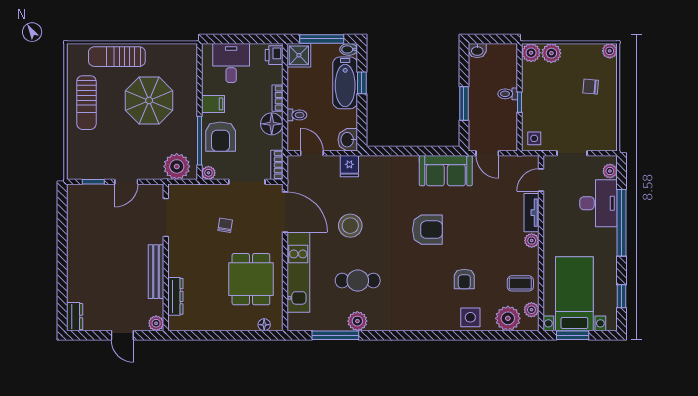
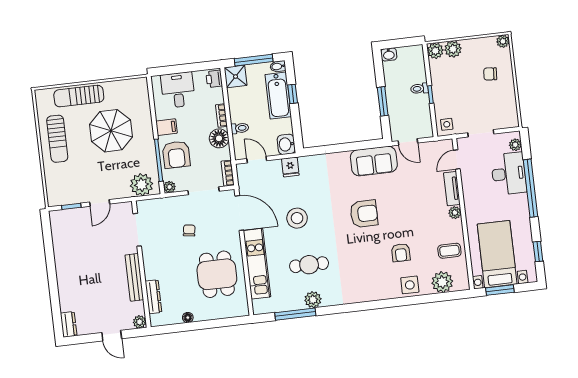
plant: (531, 310) -> (462, 272), removed
floor lamp: (264, 325) -> (188, 318), moved

